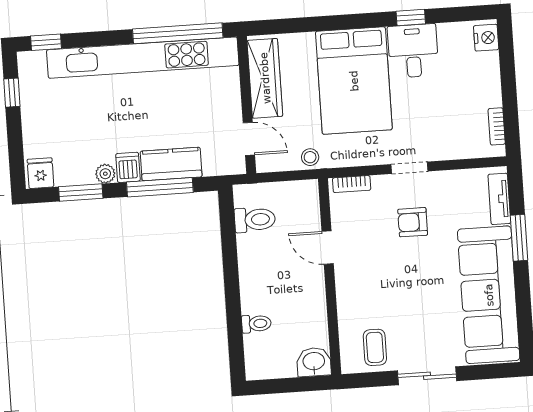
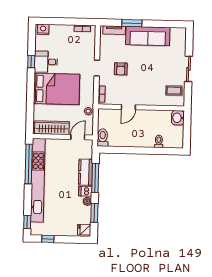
toilet: (255, 220) -> (103, 138), moved
sofa: (489, 295) -> (148, 36), width x0.74, depth x0.79

